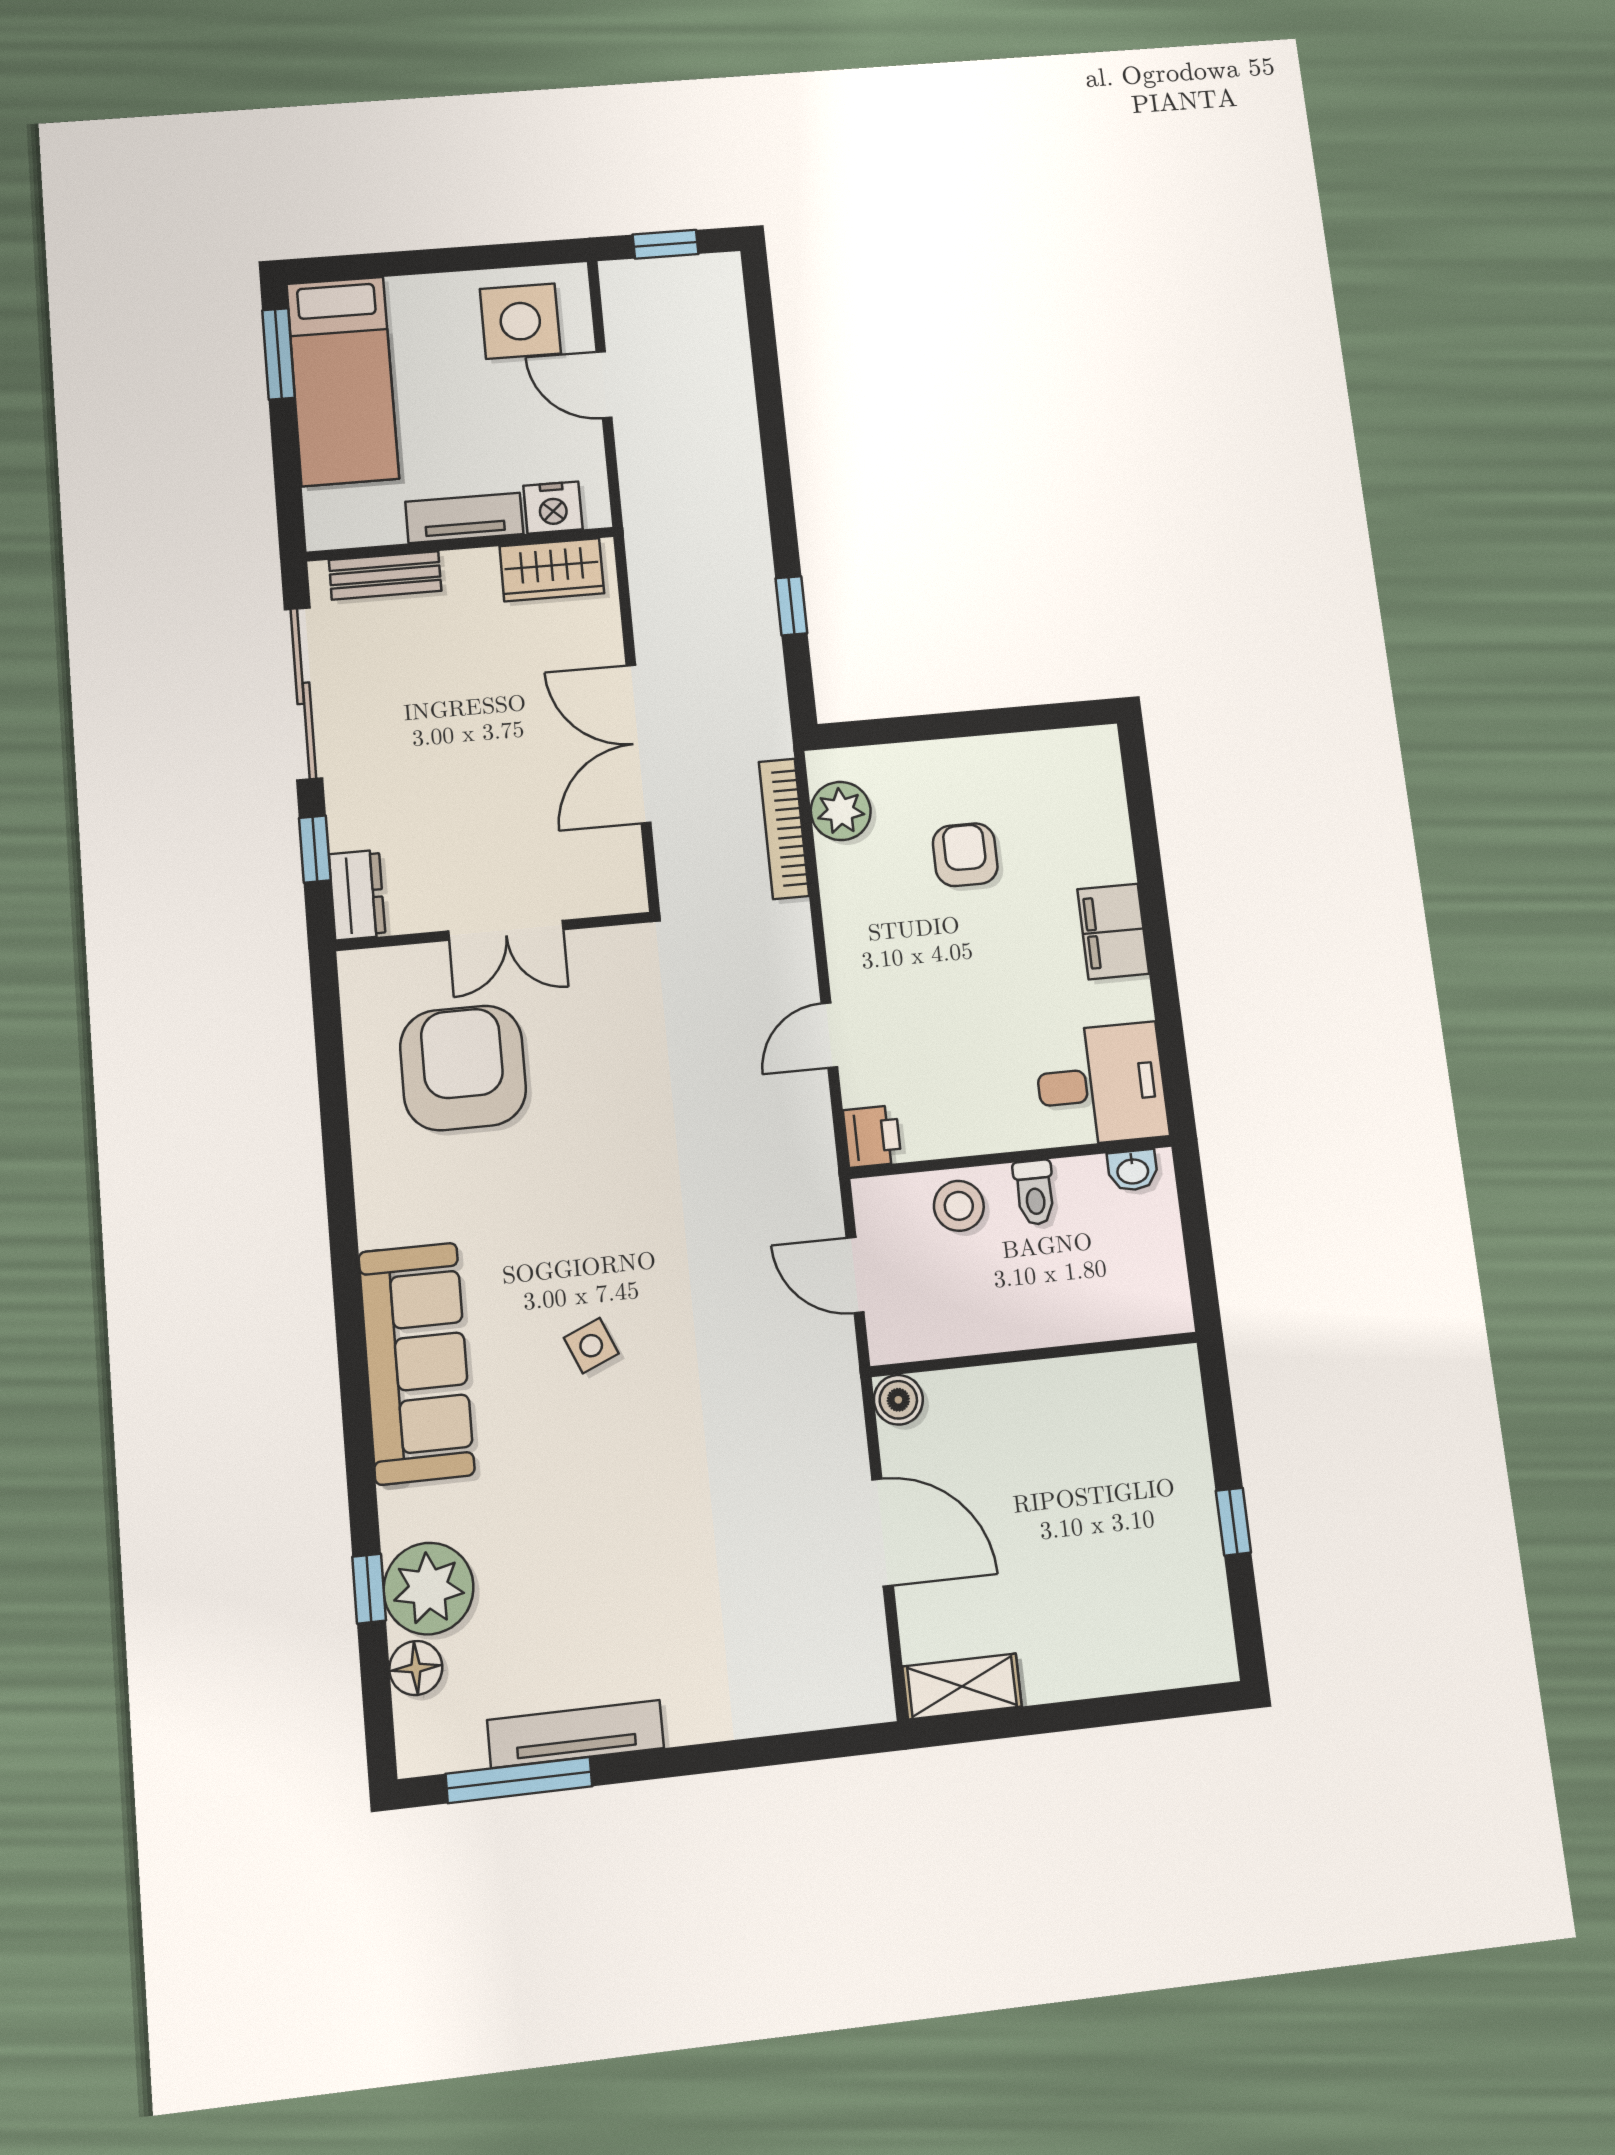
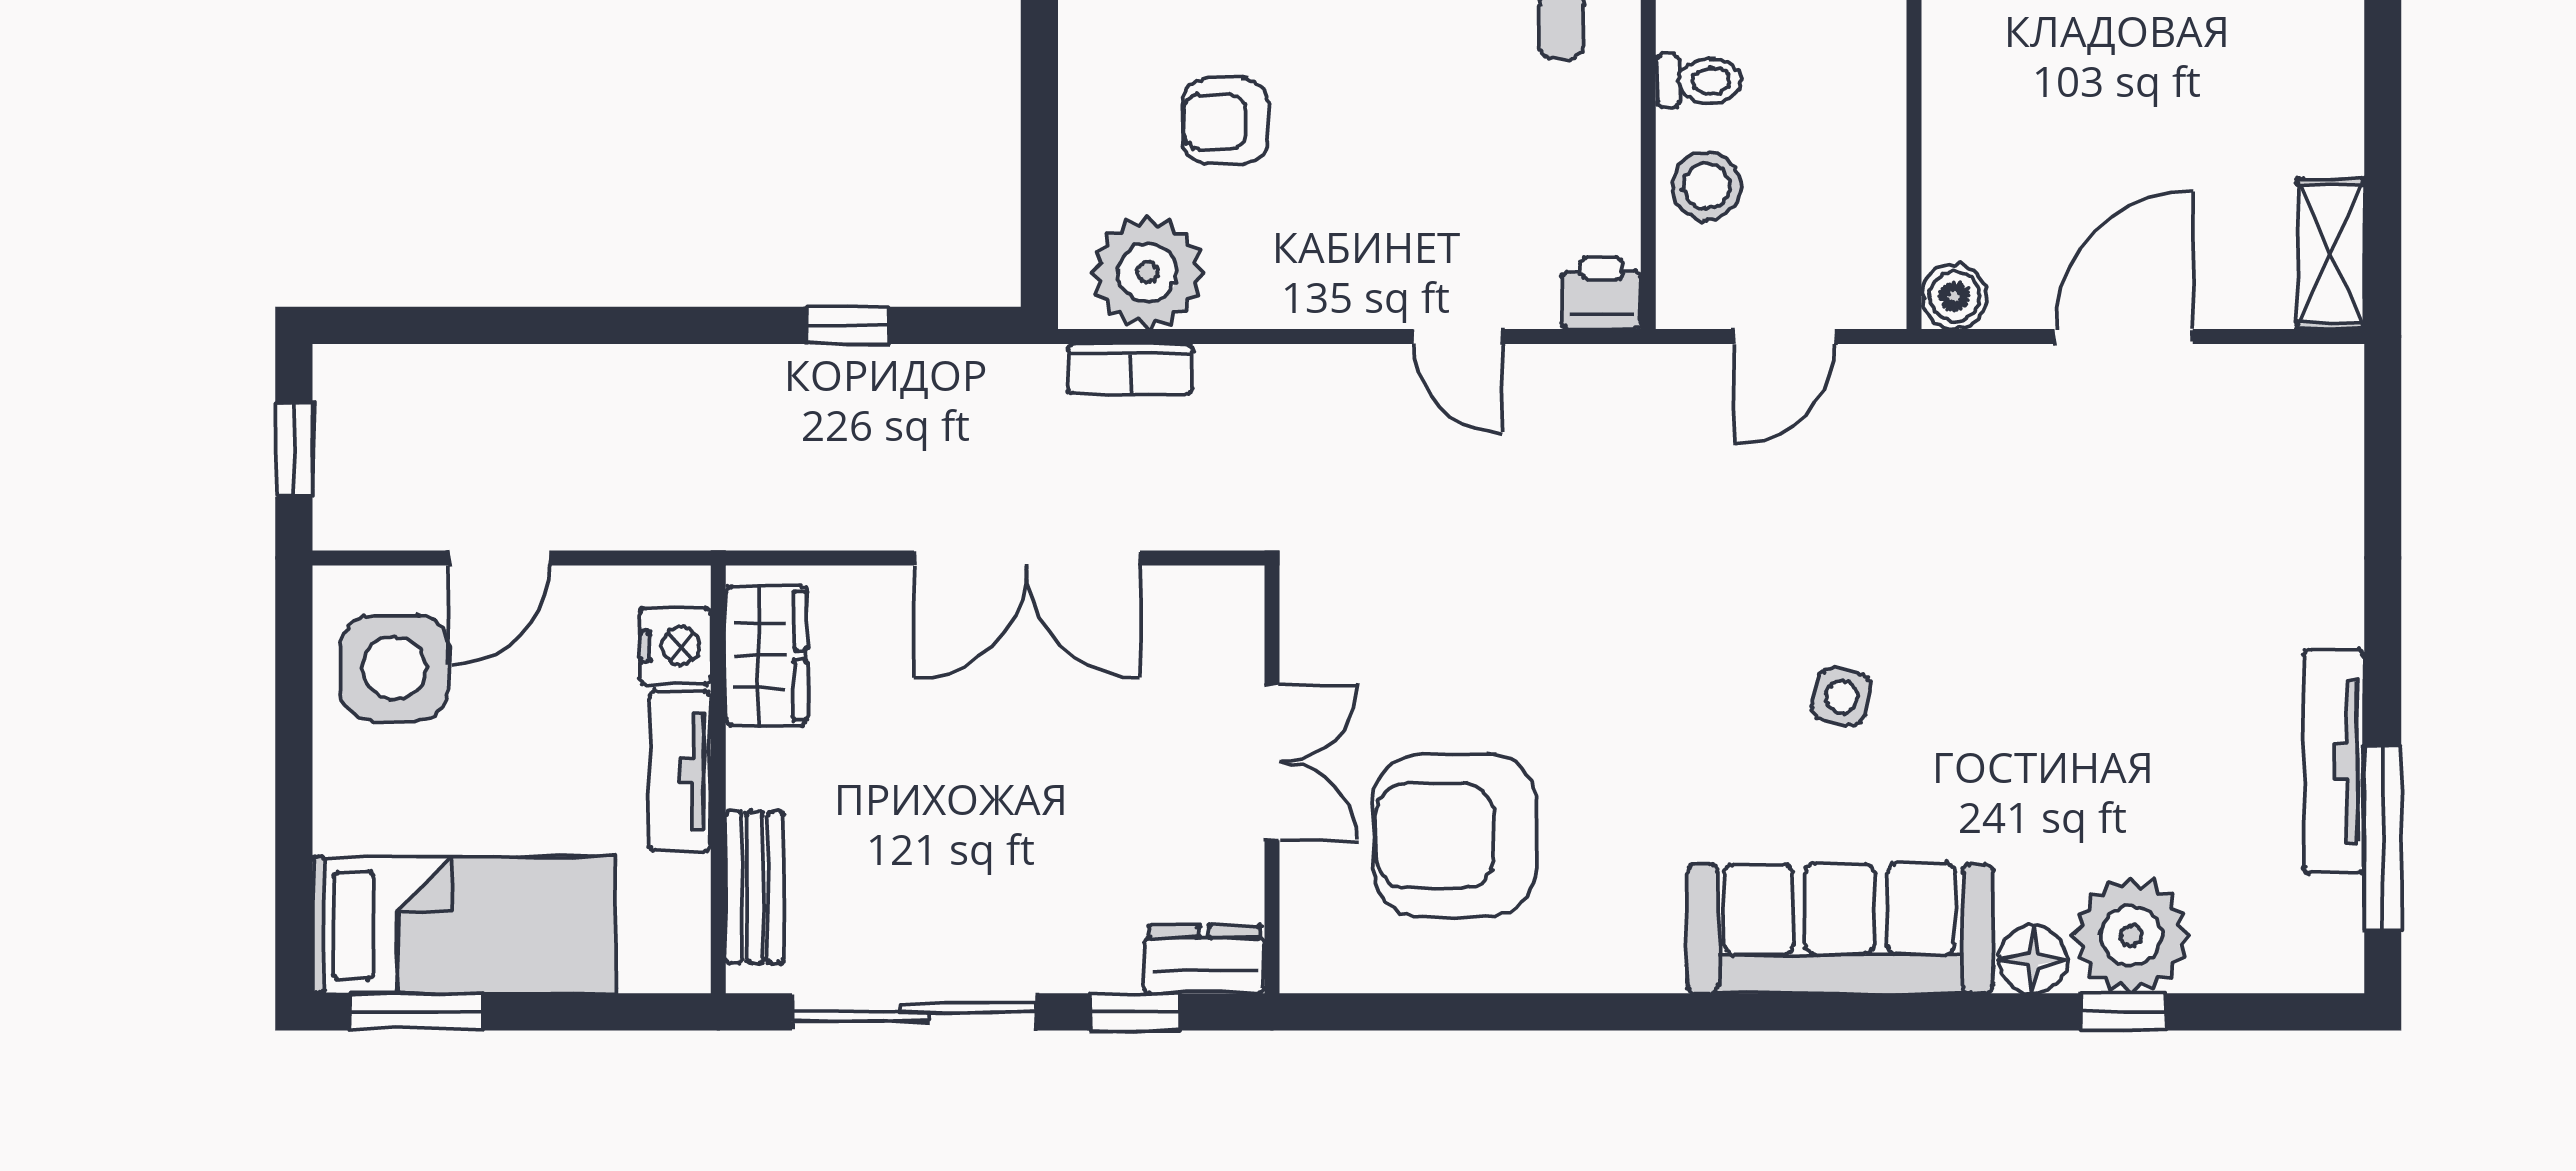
plant: (841, 811) -> (1148, 273), width x1.36, depth x1.36
bookcase: (784, 829) -> (1130, 369), width x0.64
side table: (591, 1346) -> (1841, 697), turned 37
floor lamp: (416, 1668) -> (2033, 959), moved

